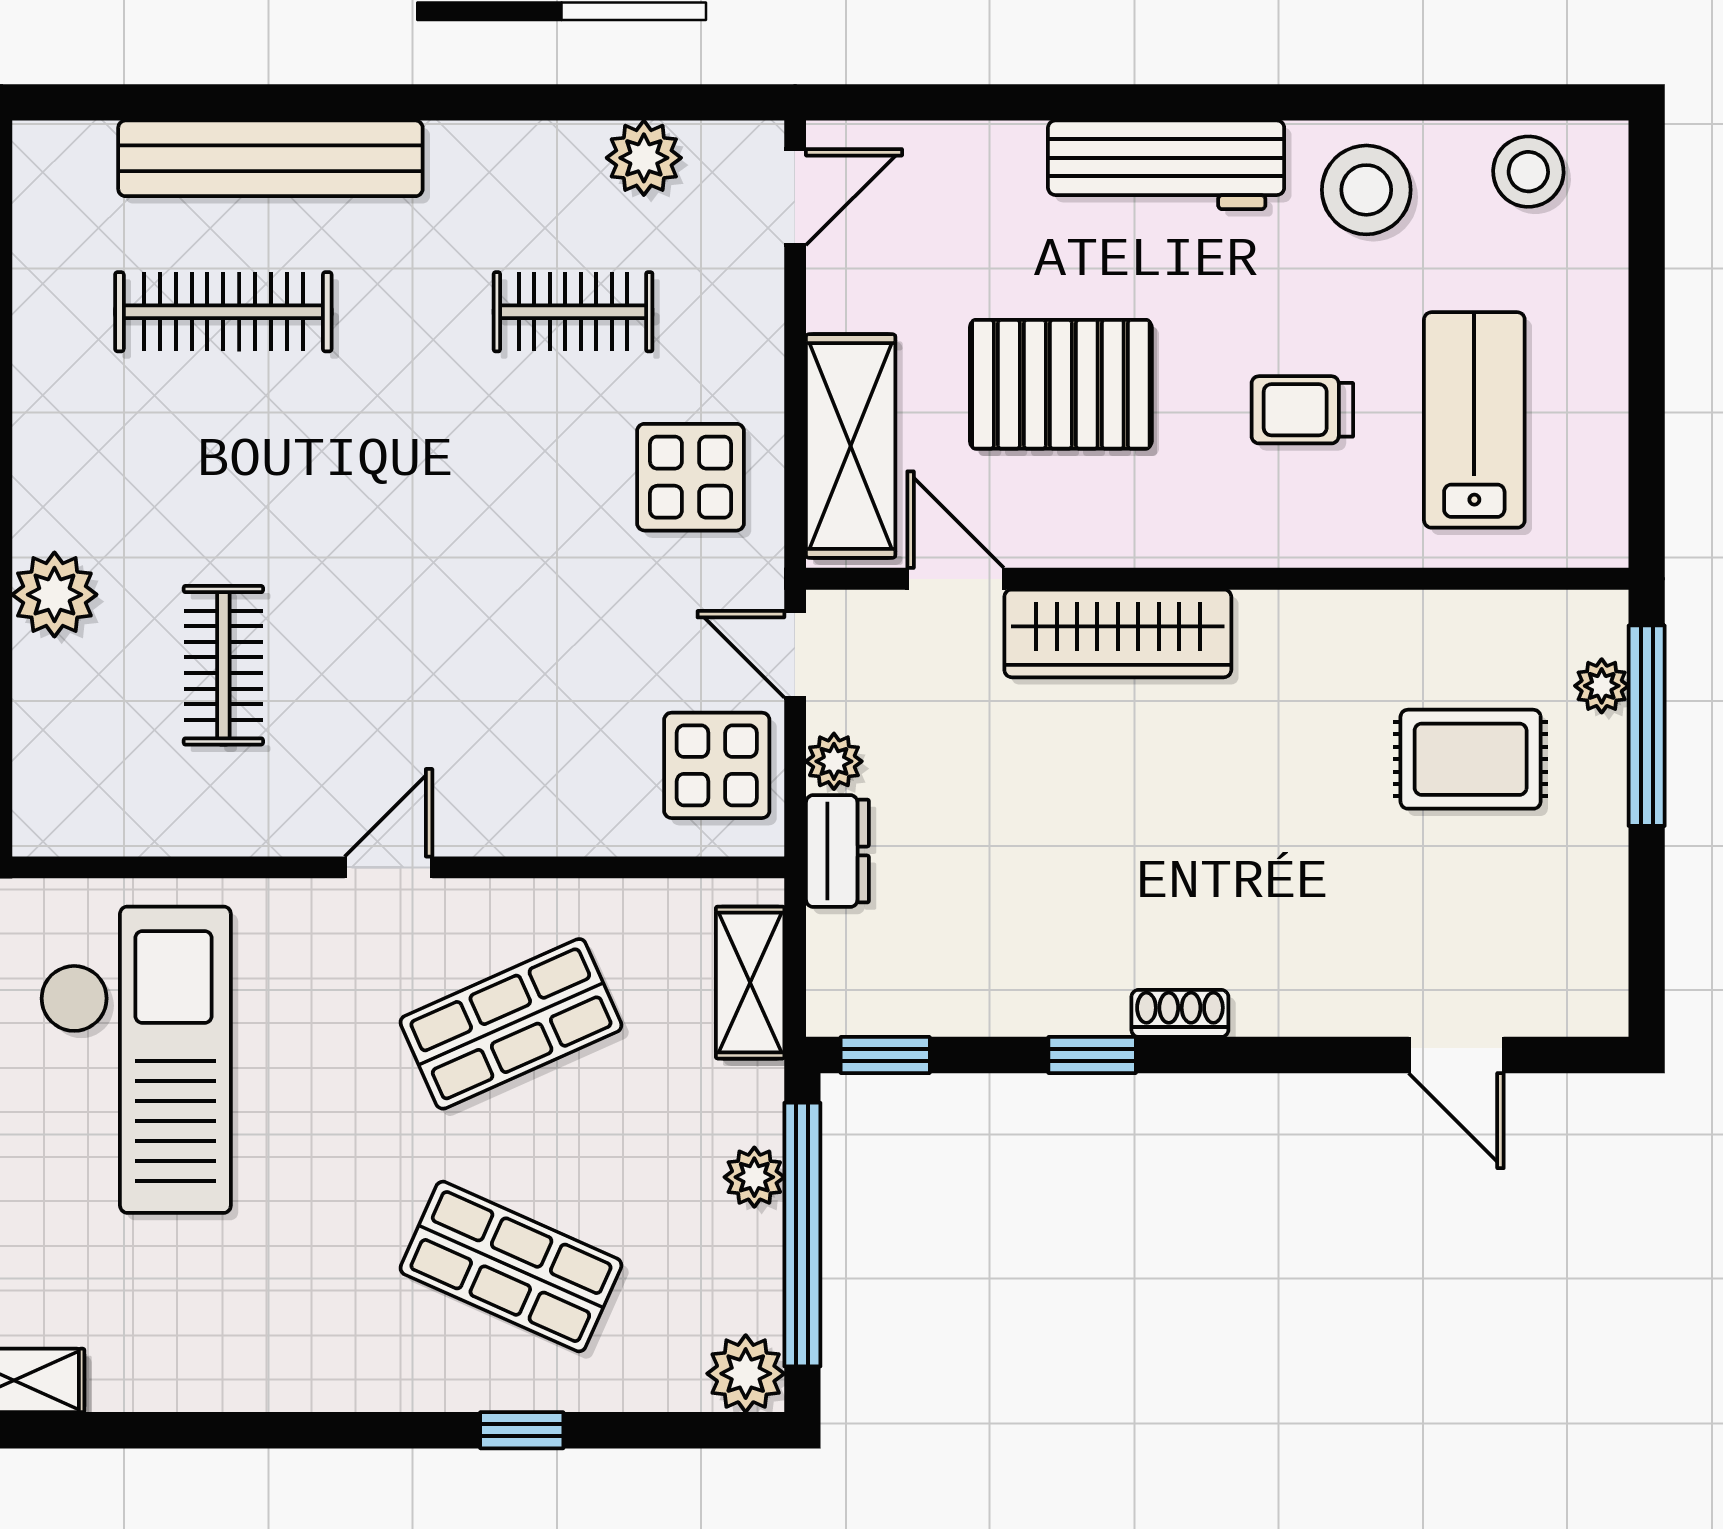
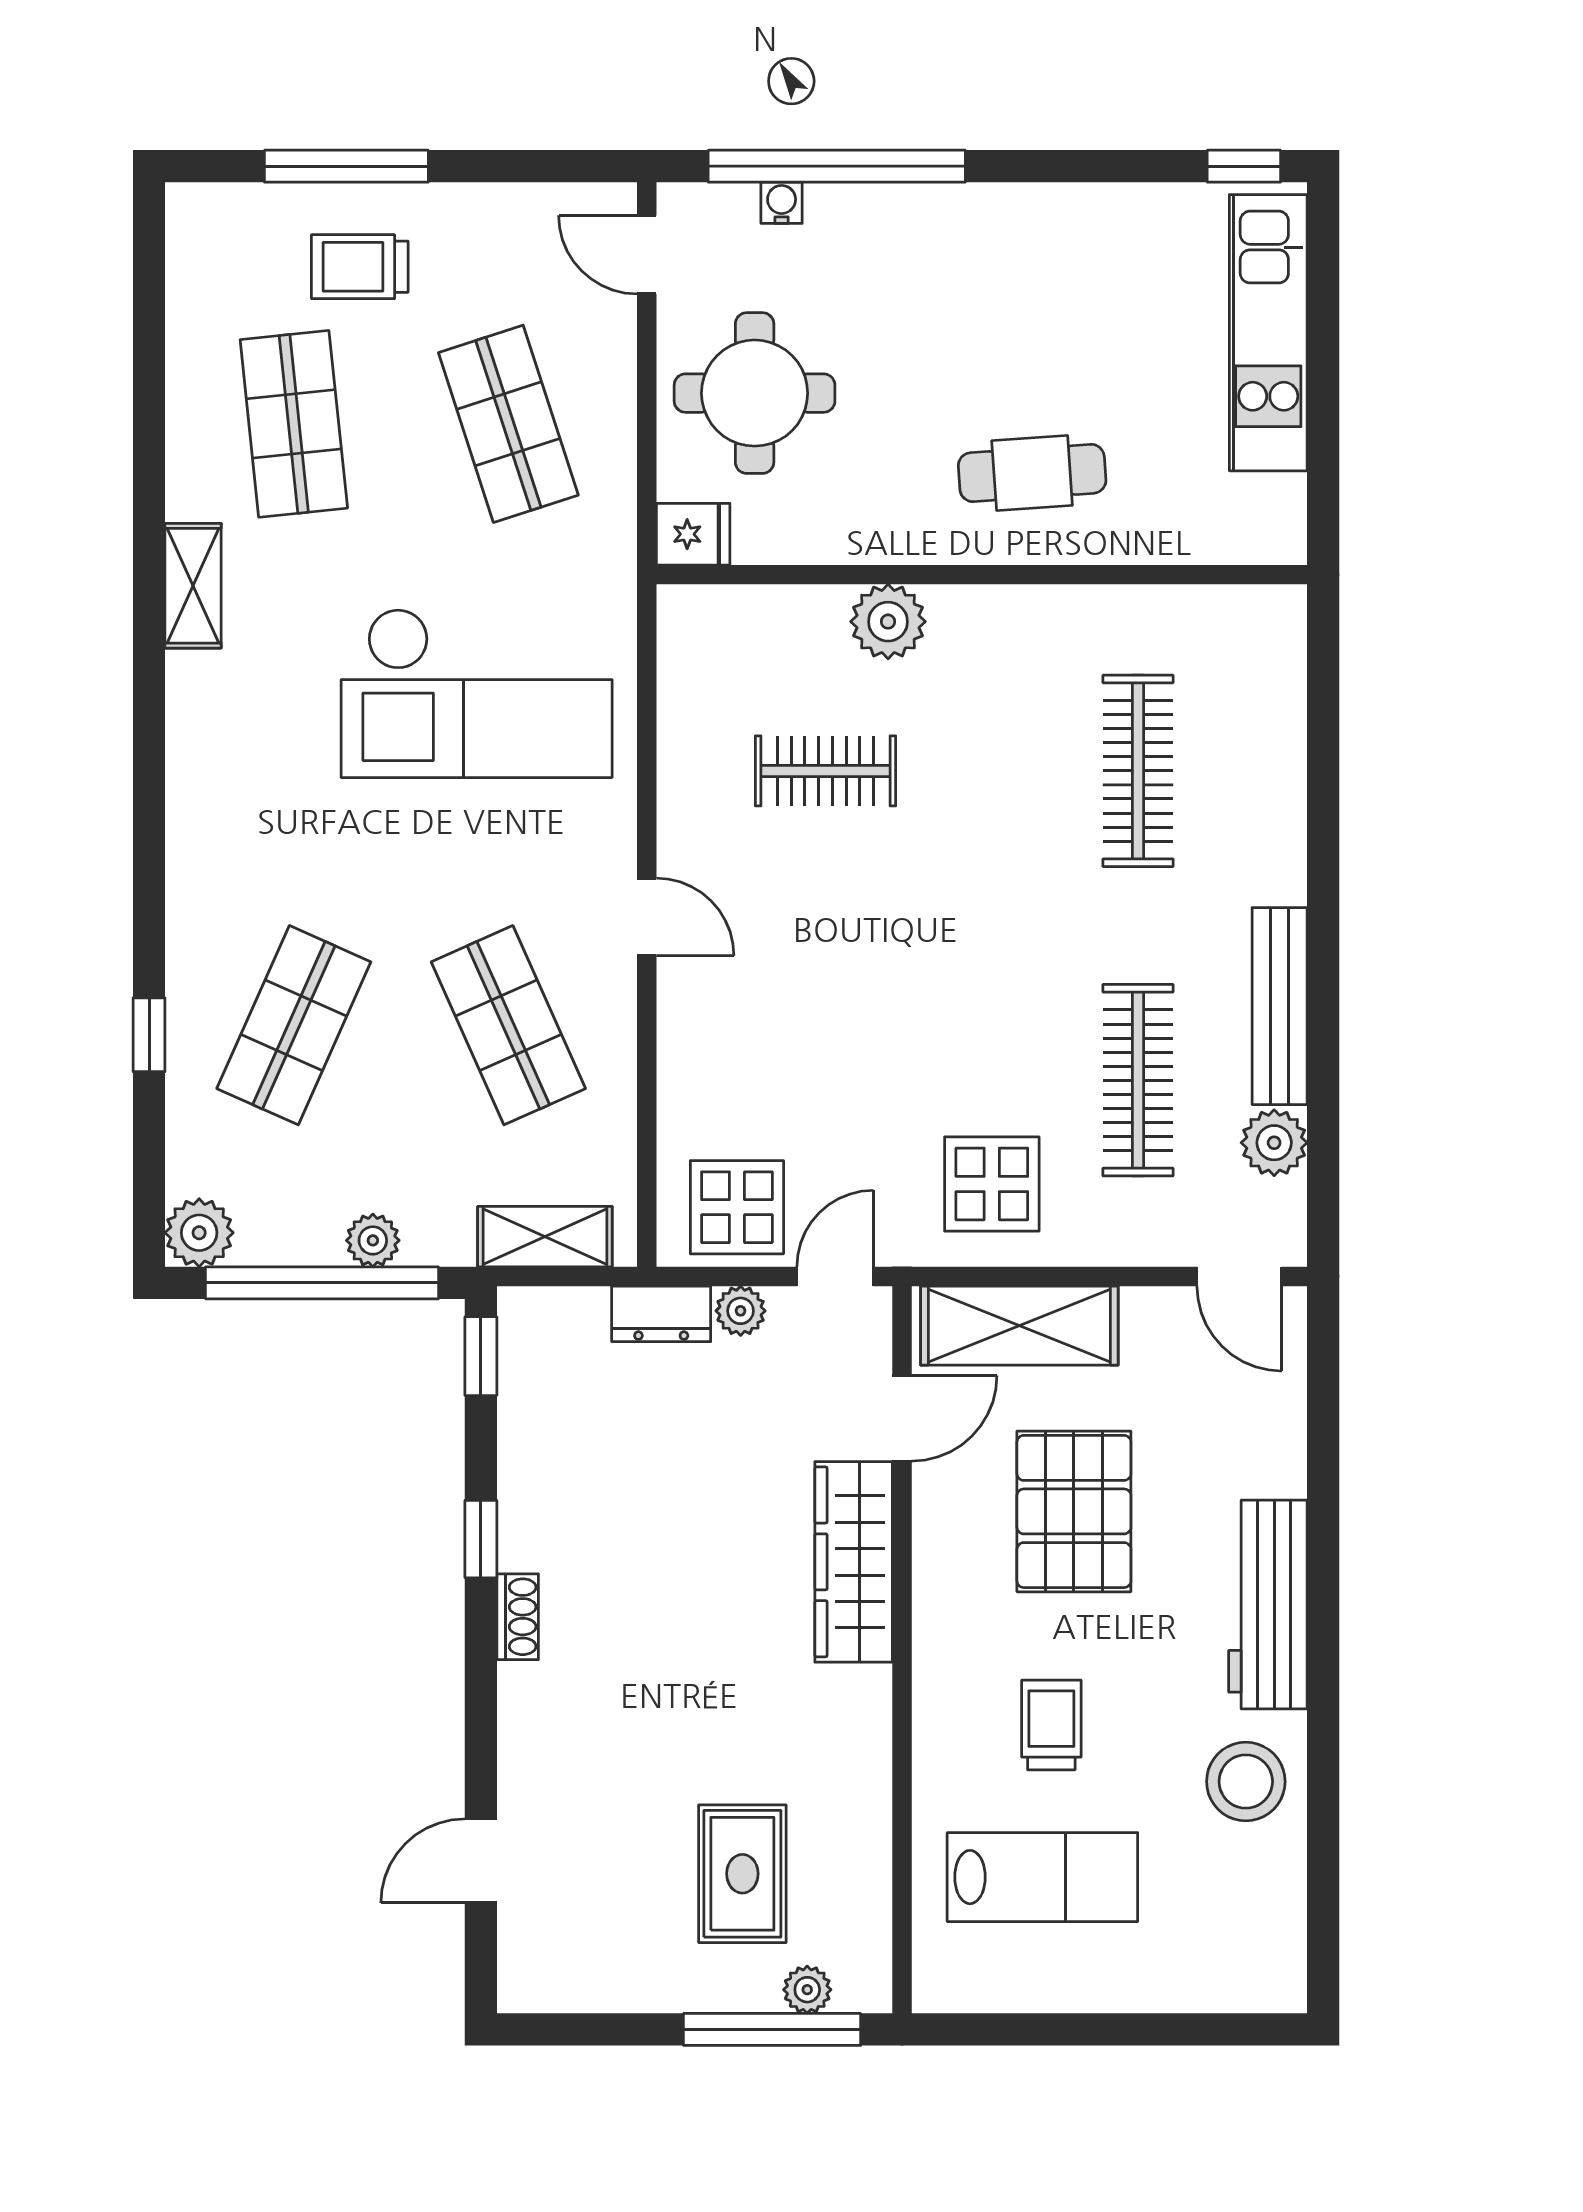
bench: (270, 158) -> (1280, 1006), moved, width x0.73, depth x0.82
stool: (1528, 172) -> (1262, 1925), removed
clothes rail: (573, 312) -> (1138, 1080), width x1.36

